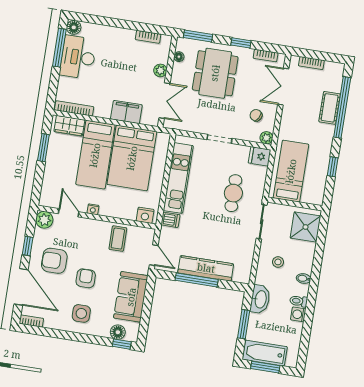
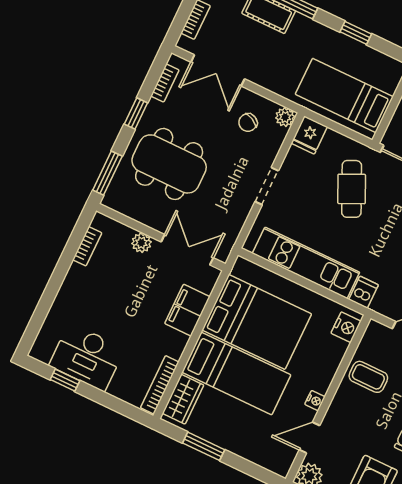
floor lamp: (74, 27) -> (42, 351), removed
window: (59, 48) -> (65, 380), width x0.46
floor lamp: (179, 57) -> (129, 210), removed
cafe table: (233, 193) -> (352, 189), turned 65

